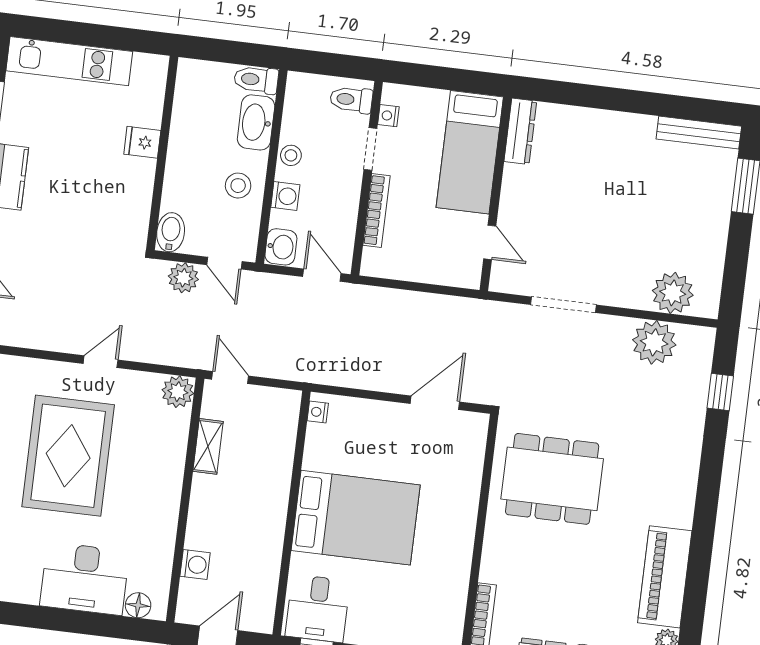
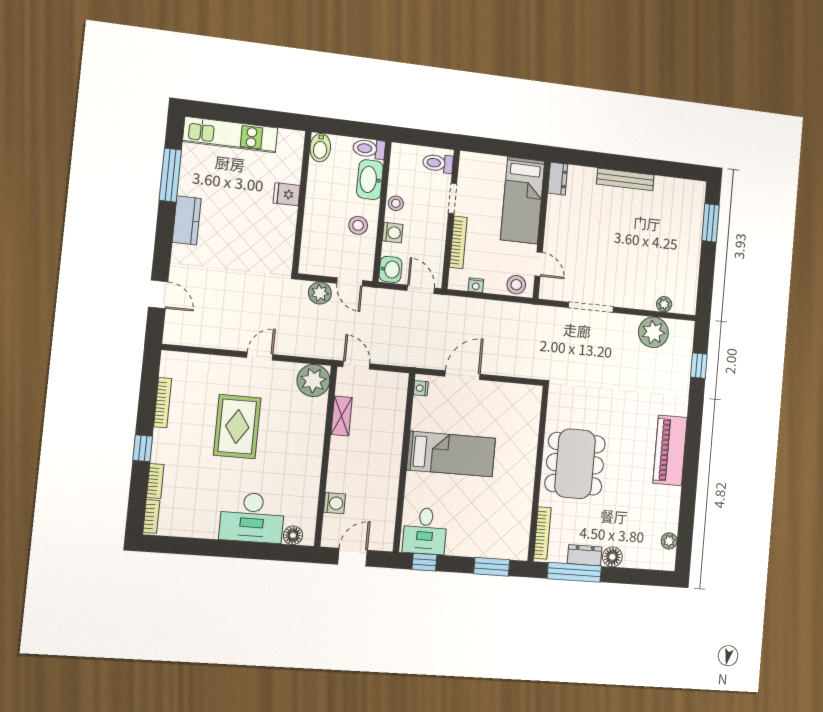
nightstand: (388, 116) -> (476, 285), moved, turned -90
dresser: (520, 131) -> (558, 179), width x0.70
bench: (699, 133) -> (625, 179), moved
bidet: (171, 232) -> (320, 148), moved, turned 180
stool: (457, 271) -> (516, 285), added
plant: (673, 293) -> (664, 304), width x0.53, depth x0.53
plant: (178, 392) -> (313, 380), width x1.36, depth x1.36
door: (435, 403) -> (463, 375), moved
rug: (68, 456) -> (237, 427), width x0.73, depth x0.69
dining table: (552, 479) -> (575, 464), moved, turned 90
bed: (356, 518) -> (451, 454), width x0.67
piano: (665, 577) -> (670, 450), moved

